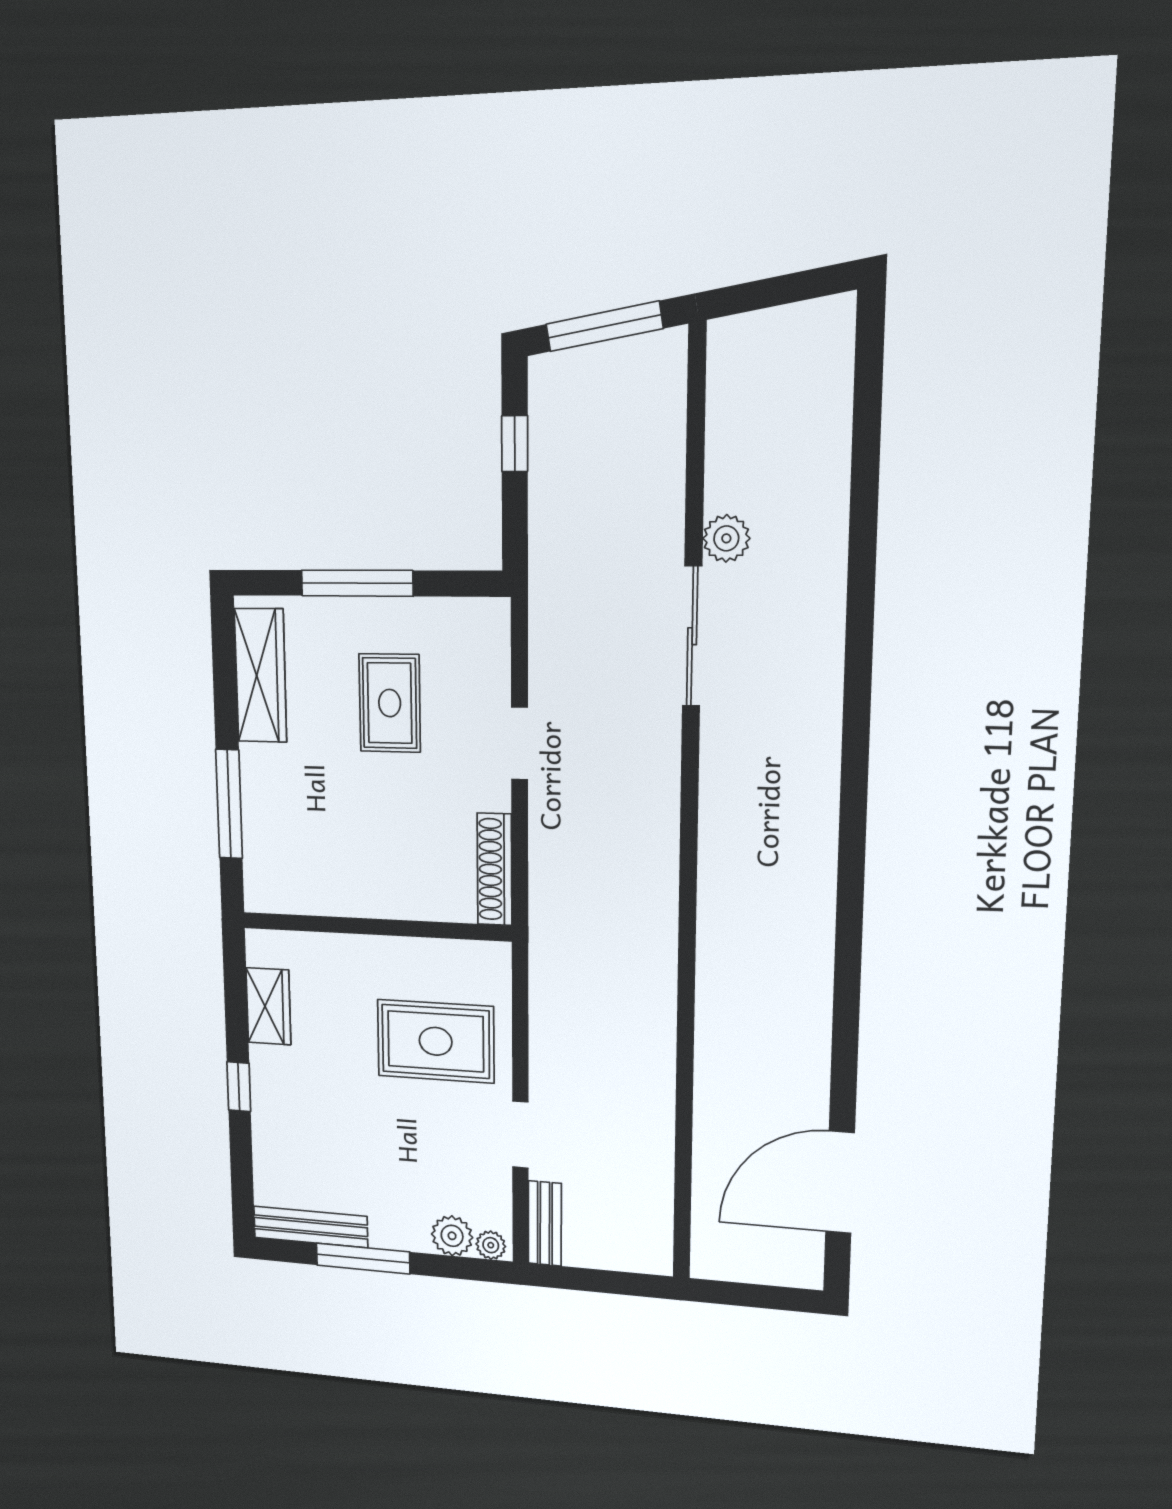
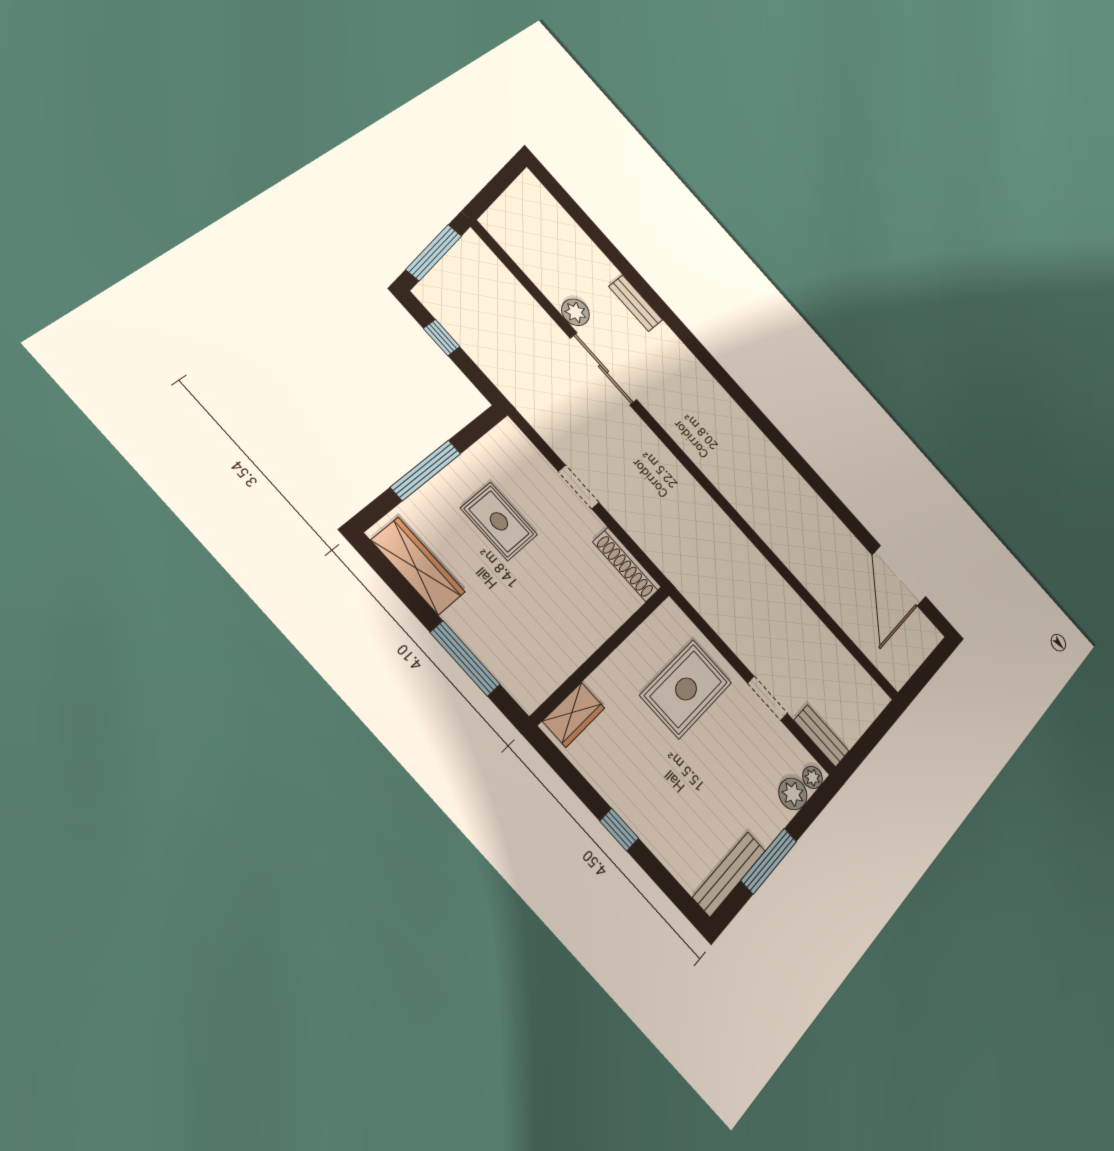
bench: (828, 588) -> (636, 303), added
wardrobe: (268, 1006) -> (574, 715), moved, turned 90

